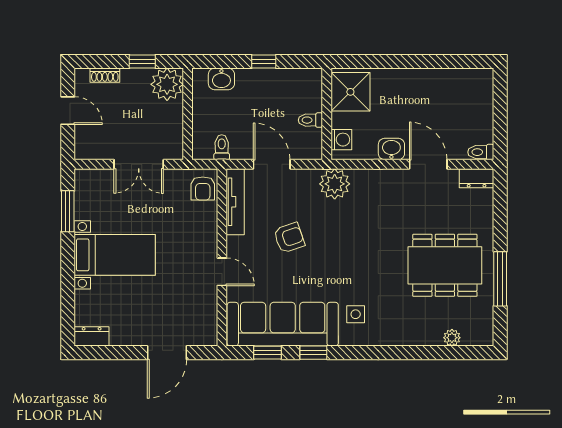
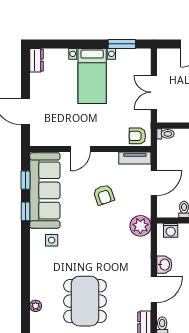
toilet: (222, 147) -> (165, 134), moved
tv unit: (235, 202) -> (135, 158), width x0.71

